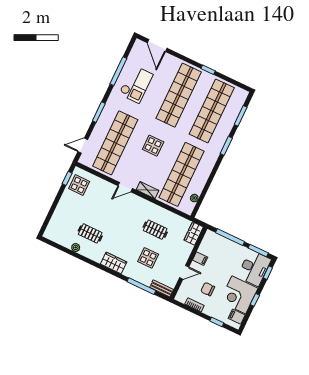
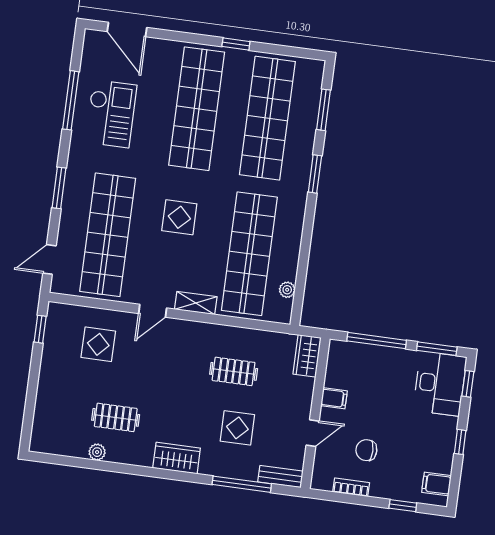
display table: (79, 185) -> (98, 344), moved
corner desk: (239, 295) -> (427, 442), removed

